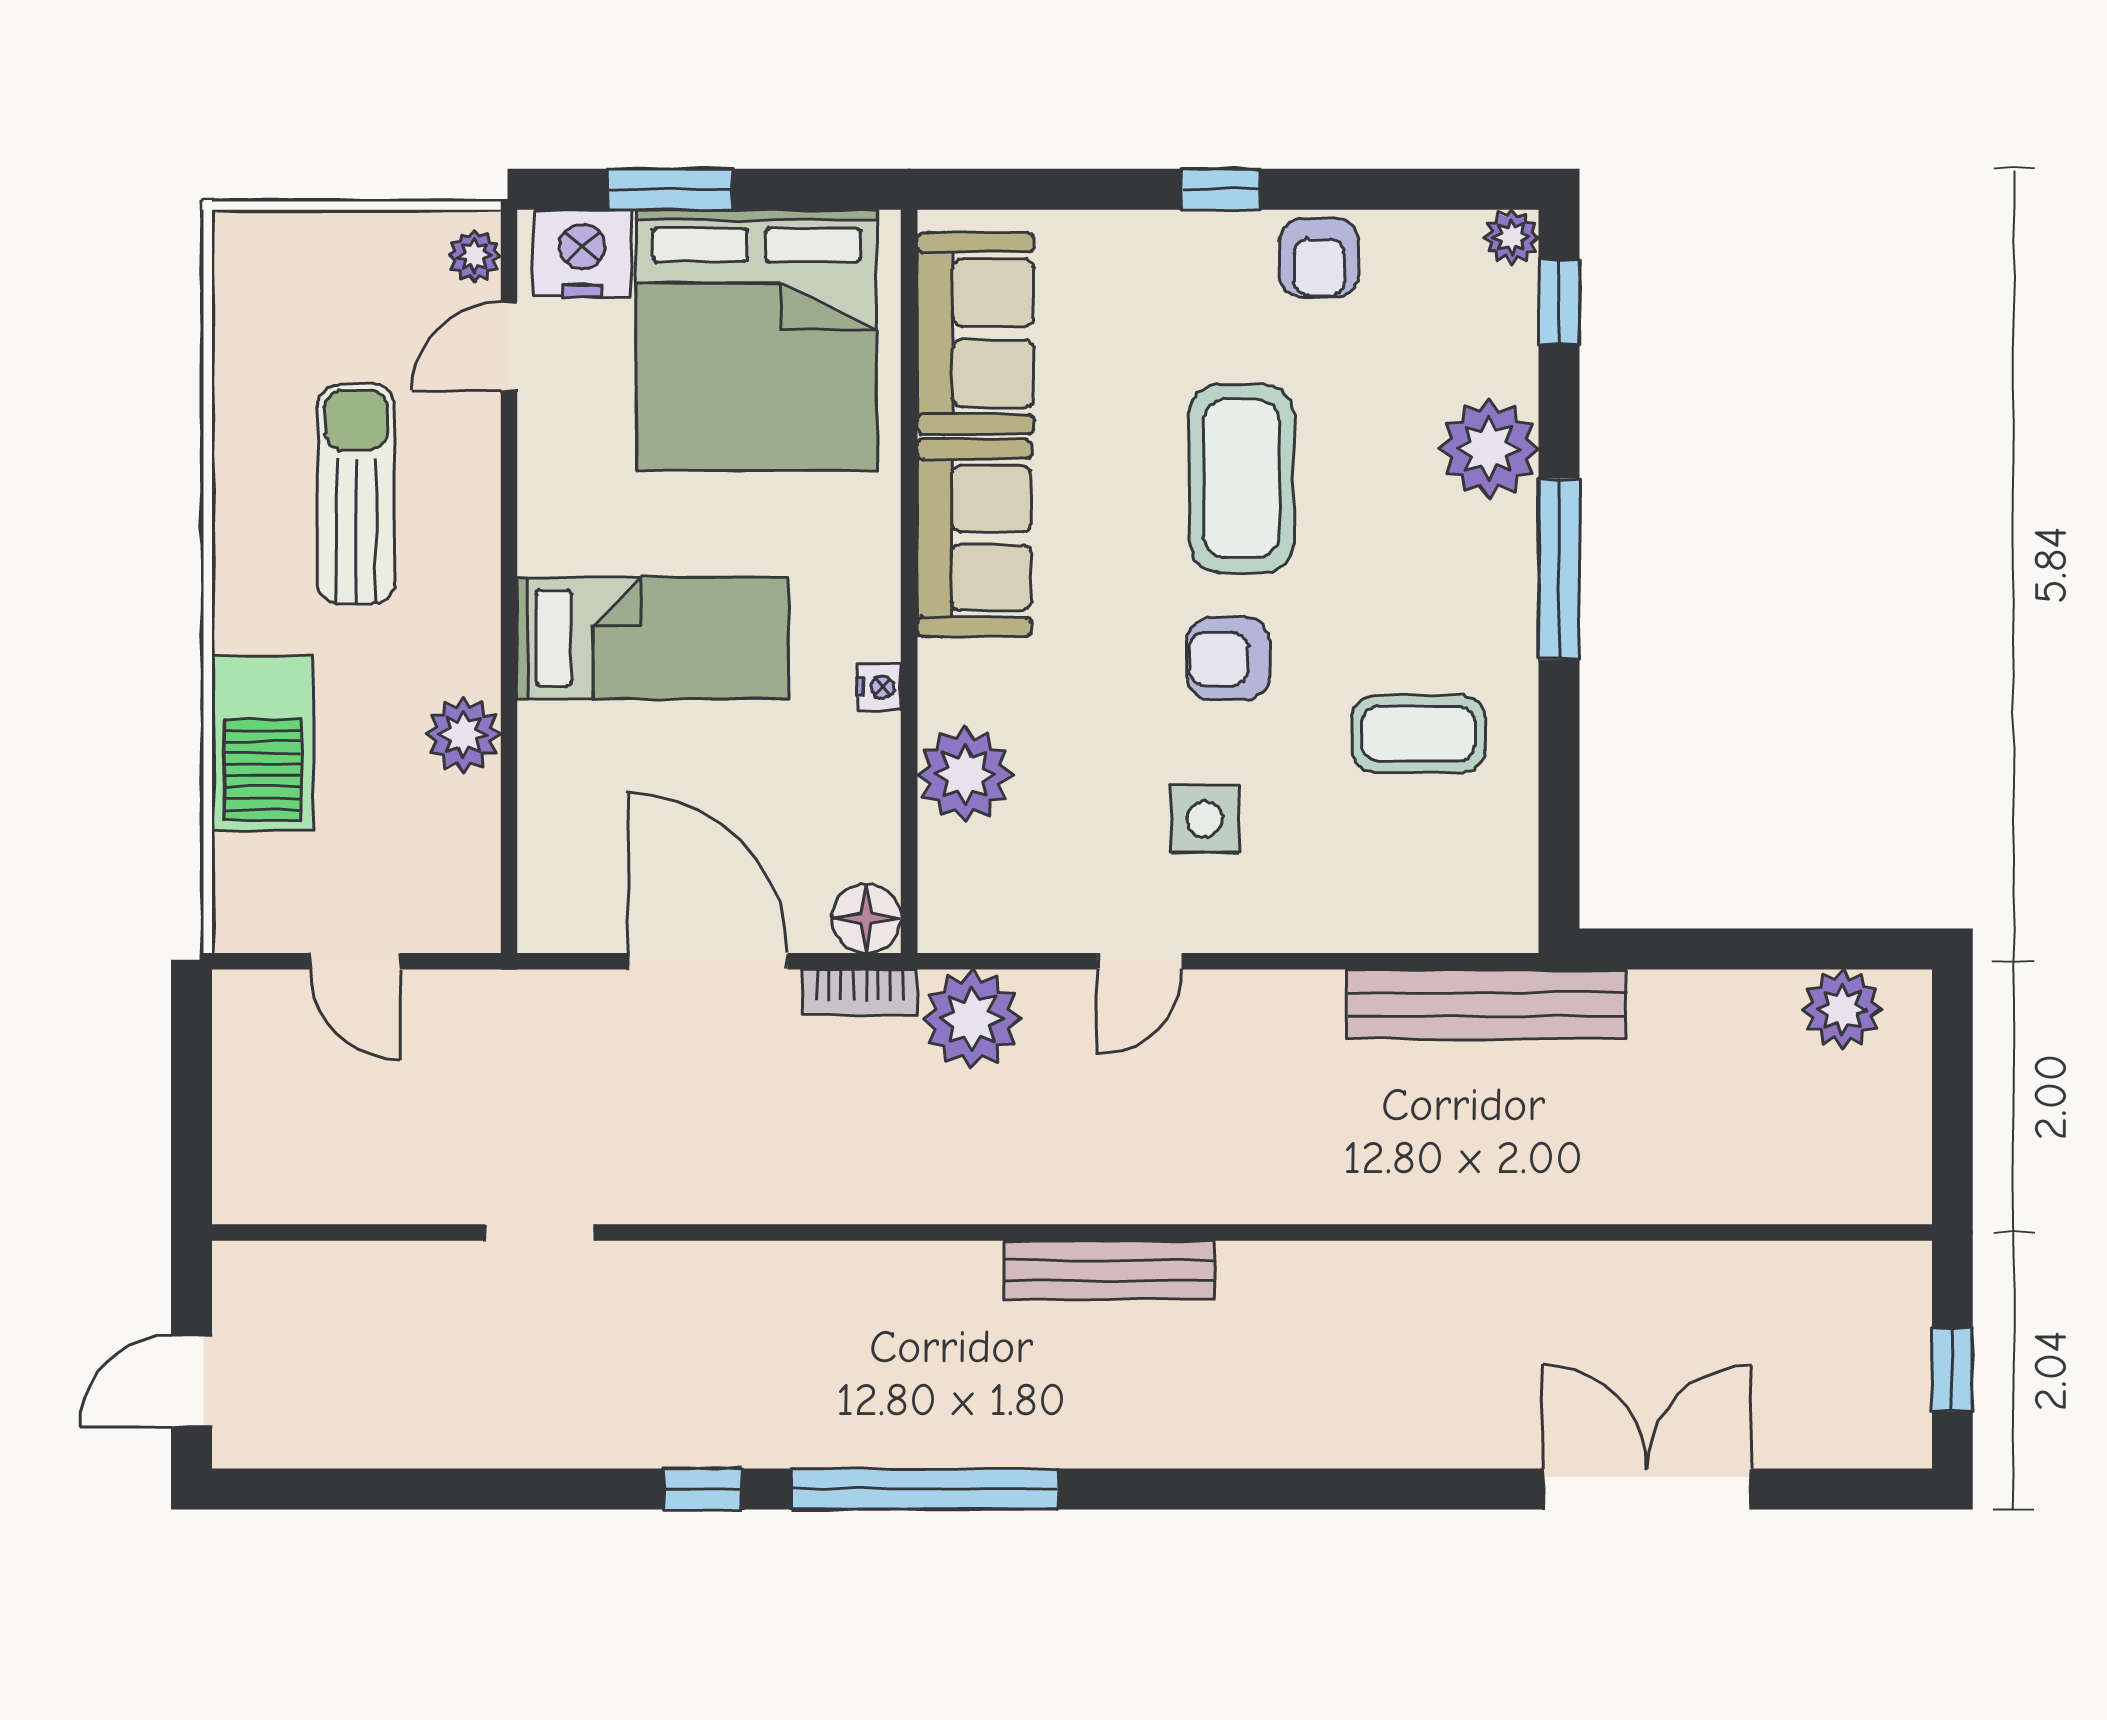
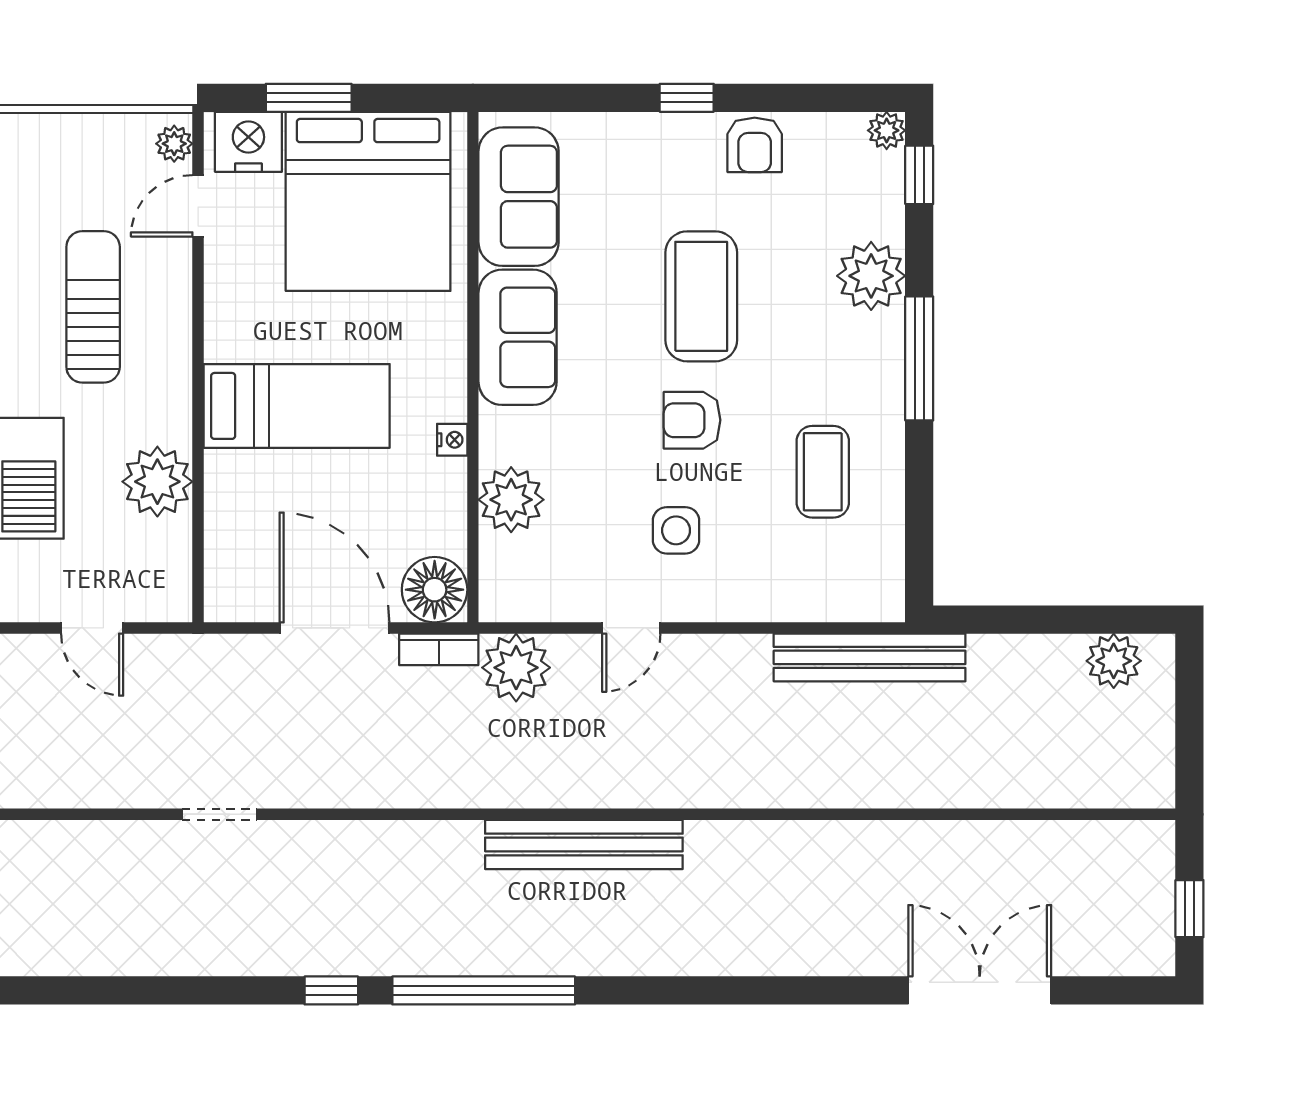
coffee table: (1419, 734) -> (823, 472), turned 90
plant: (463, 735) -> (157, 482), width x1.36, depth x1.36
floor lamp: (866, 918) -> (435, 590), width x1.38, depth x1.38
bench: (1109, 1270) -> (584, 844), width x1.37, depth x1.21

